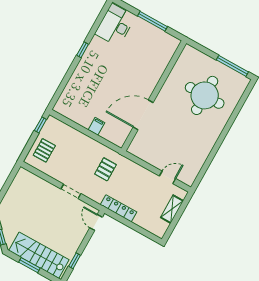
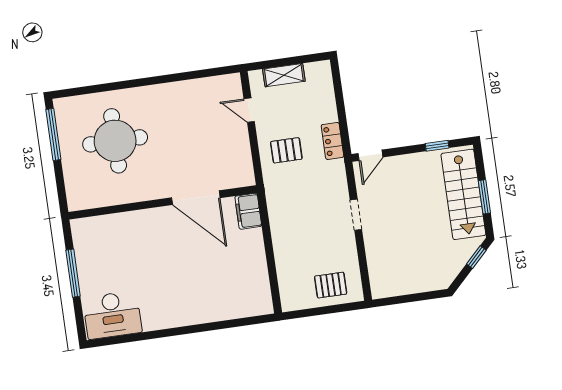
window: (83, 50) -> (173, 332), removed
window: (40, 125) -> (303, 313), removed
filing cabinet: (96, 126) -> (248, 211), moved, width x2.00
pallet: (105, 169) -> (286, 150), moved
locker: (119, 208) -> (332, 141), width x0.66

